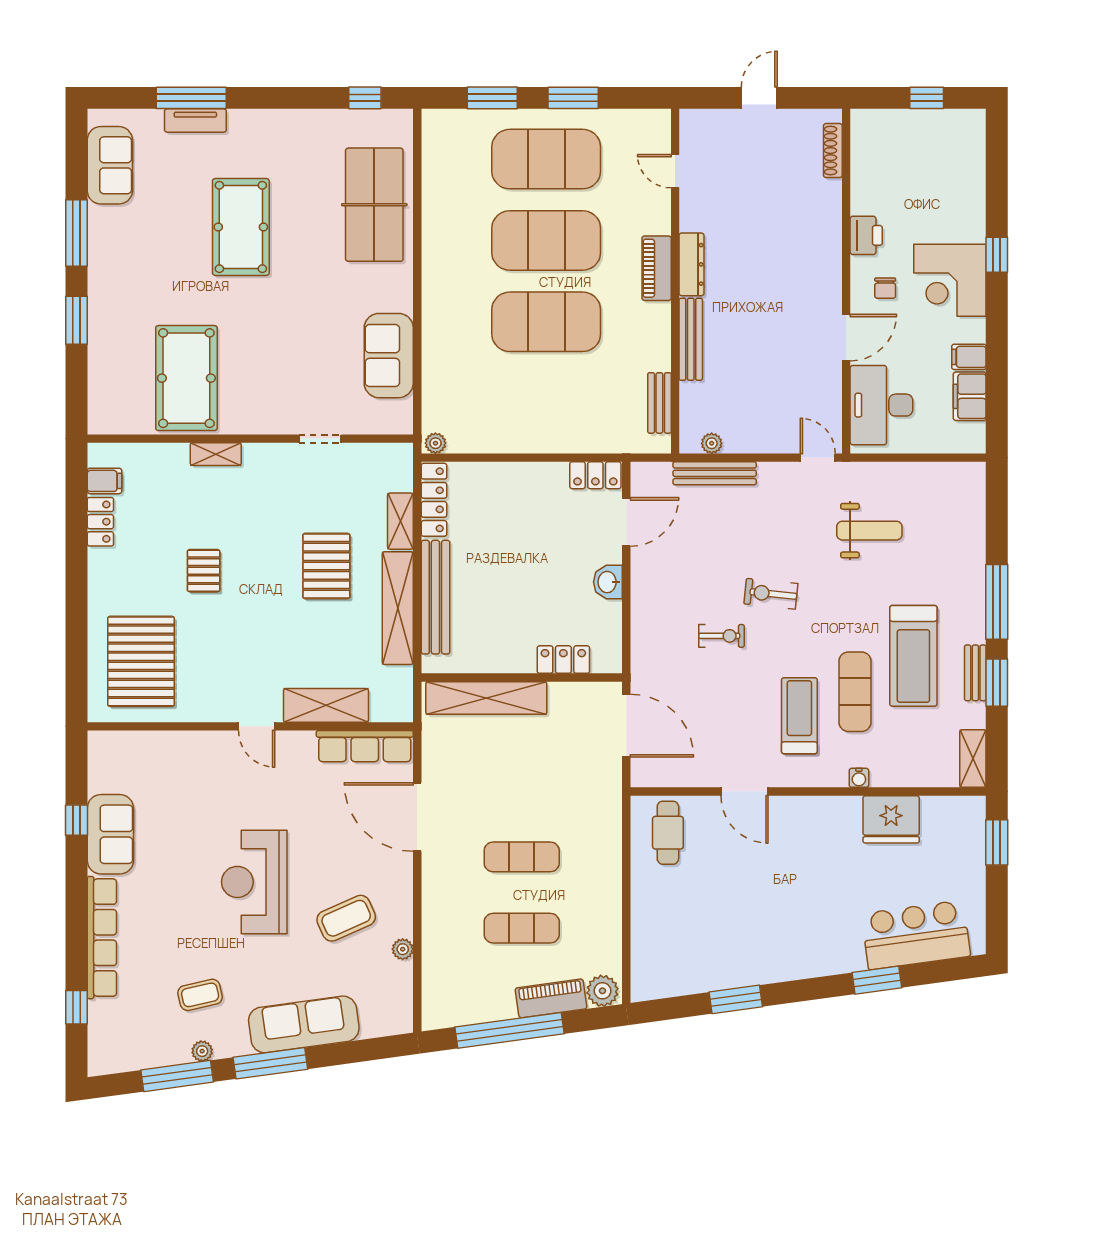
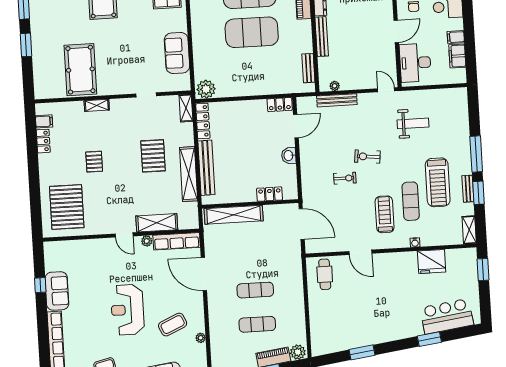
plant: (435, 443) -> (206, 89), width x1.88, depth x1.88
shelving: (400, 521) -> (186, 108), moved
plant: (303, 742) -> (147, 241), added

